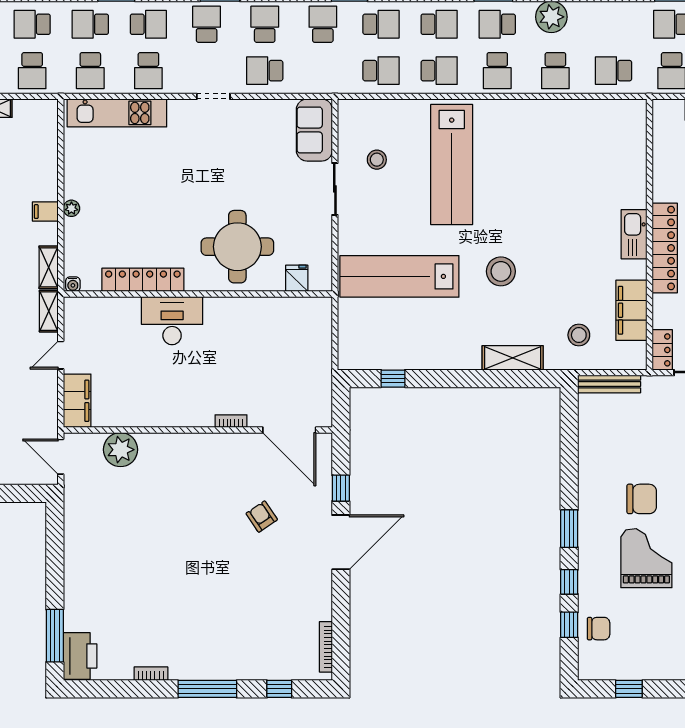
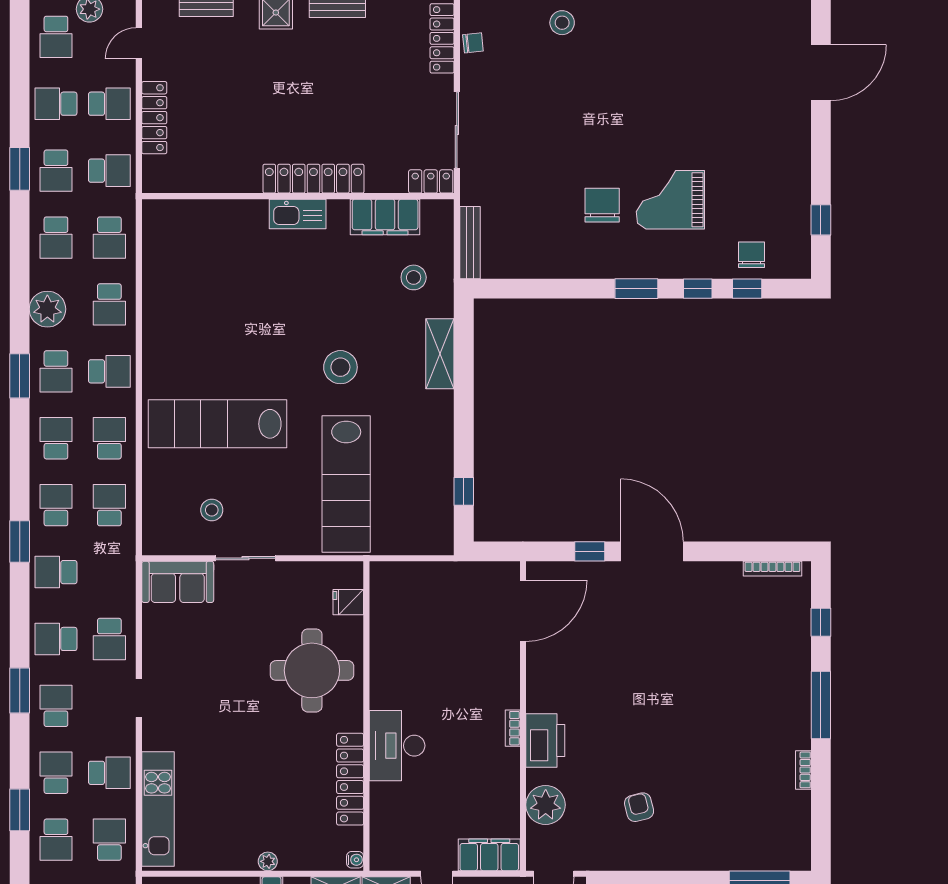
school desk: (207, 24) -> (56, 706), turned 90
school desk: (614, 24) -> (56, 238), added
school desk: (90, 71) -> (109, 840), turned -90
school desk: (555, 71) -> (109, 304), turned 90
lab bench: (452, 165) -> (217, 424), turned 180
bookcase: (231, 421) -> (513, 728), moved
armchair: (262, 517) -> (639, 807), moved, turned 110
printer: (80, 656) -> (545, 740), moved, turned 90

